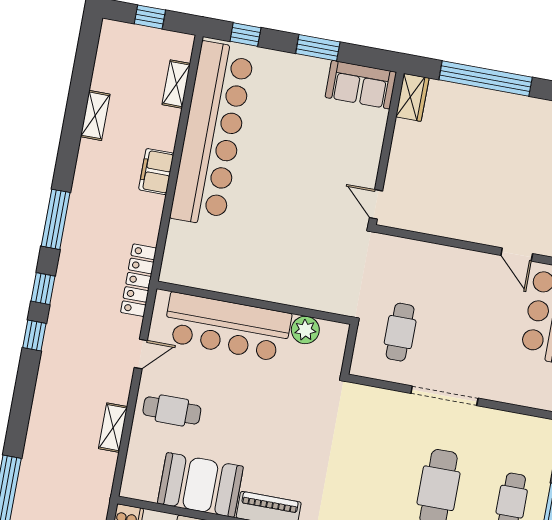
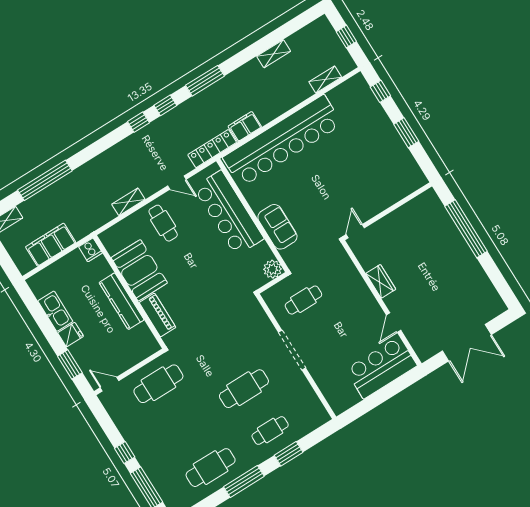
sofa: (361, 85) -> (277, 227), moved, turned 180
wardrobe: (412, 97) -> (381, 281), moved, turned -90
bar counter: (212, 134) -> (282, 141), moved
filing cabinet: (156, 172) -> (245, 127), moved
plant: (305, 330) -> (272, 269), moved

